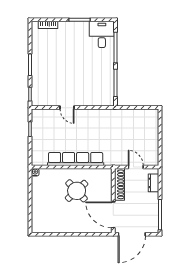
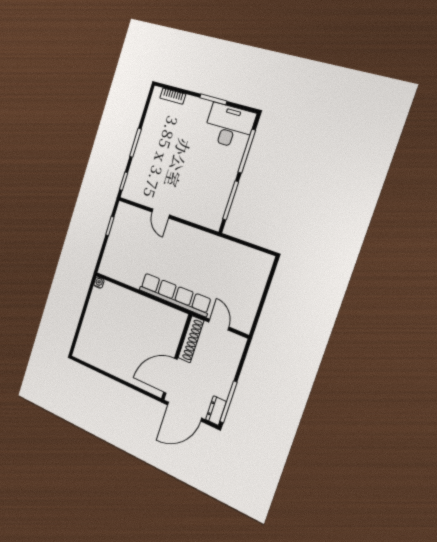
desk: (102, 34) -> (229, 126), width x1.37
row of seats: (76, 159) -> (175, 295), moved
dresser: (154, 183) -> (216, 411), moved
round table: (77, 191) -> (138, 326), removed
door: (113, 215) -> (170, 376), hinge flipped

